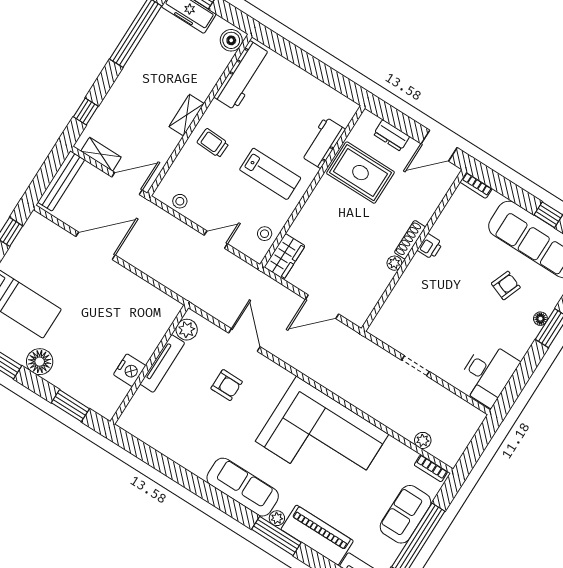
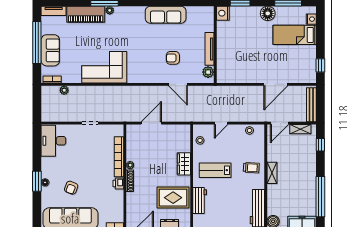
wardrobe: (285, 257) -> (184, 164), moved
bookcase: (403, 286) -> (119, 157), added
nightstand: (130, 370) -> (223, 13), moved
corner sofa: (322, 438) -> (104, 67), width x0.73, depth x0.74
sofa: (243, 487) -> (166, 15), moved

